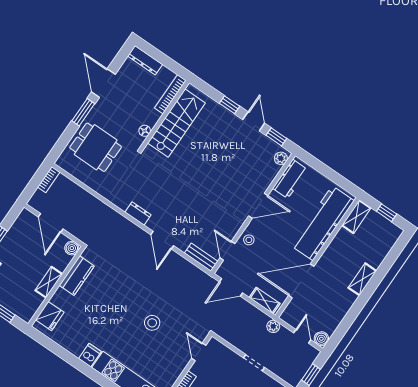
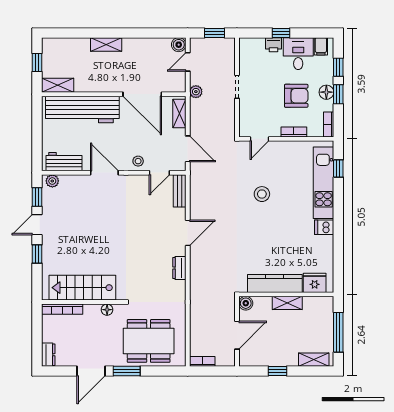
dresser: (145, 60) -> (48, 355), width x0.70
dining table: (96, 147) -> (149, 341), width x1.38
kitchen counter: (77, 276) -> (275, 283), width x1.50

